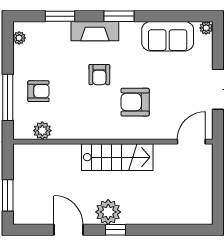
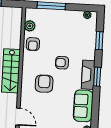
fireplace: (95, 31) -> (88, 75), moved
armchair: (38, 91) -> (33, 44), moved

